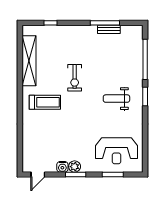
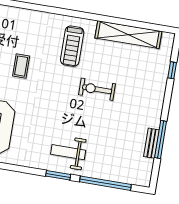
weight bench: (116, 99) -> (68, 152), moved, turned -90
coffee table: (67, 139) -> (21, 66), added

